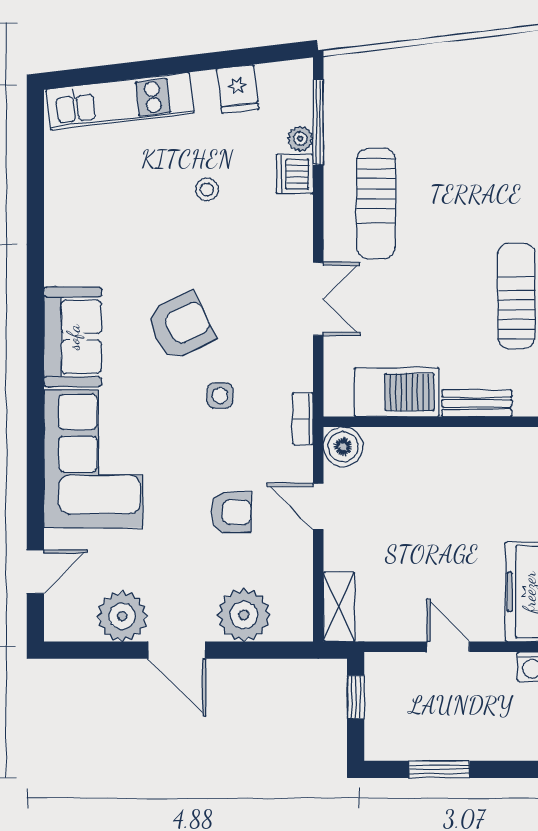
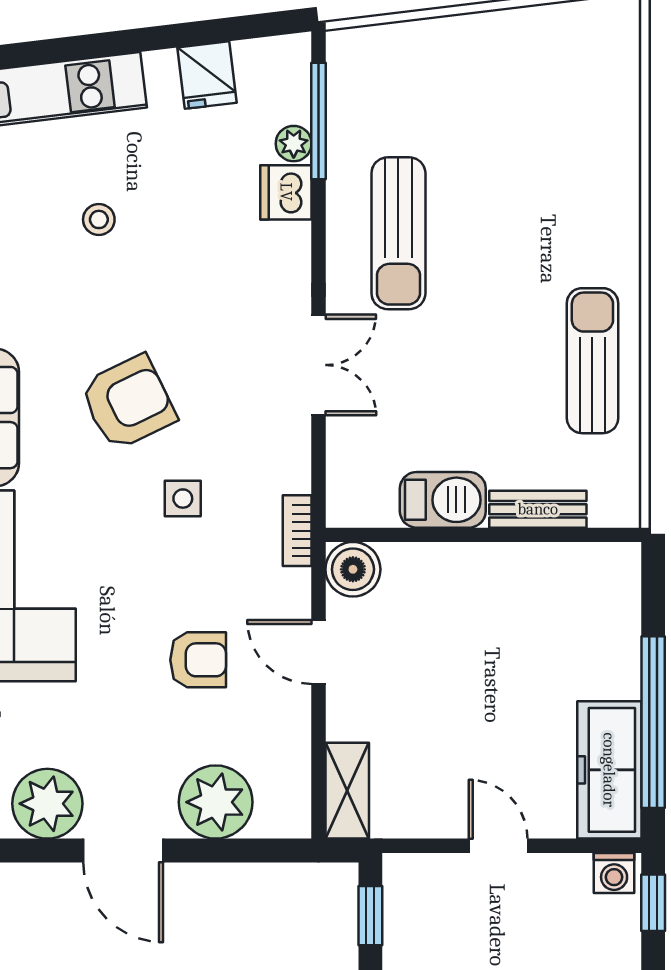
stool: (207, 189) -> (99, 219), moved
barbecue: (397, 392) -> (443, 500), width x0.73, depth x0.83

